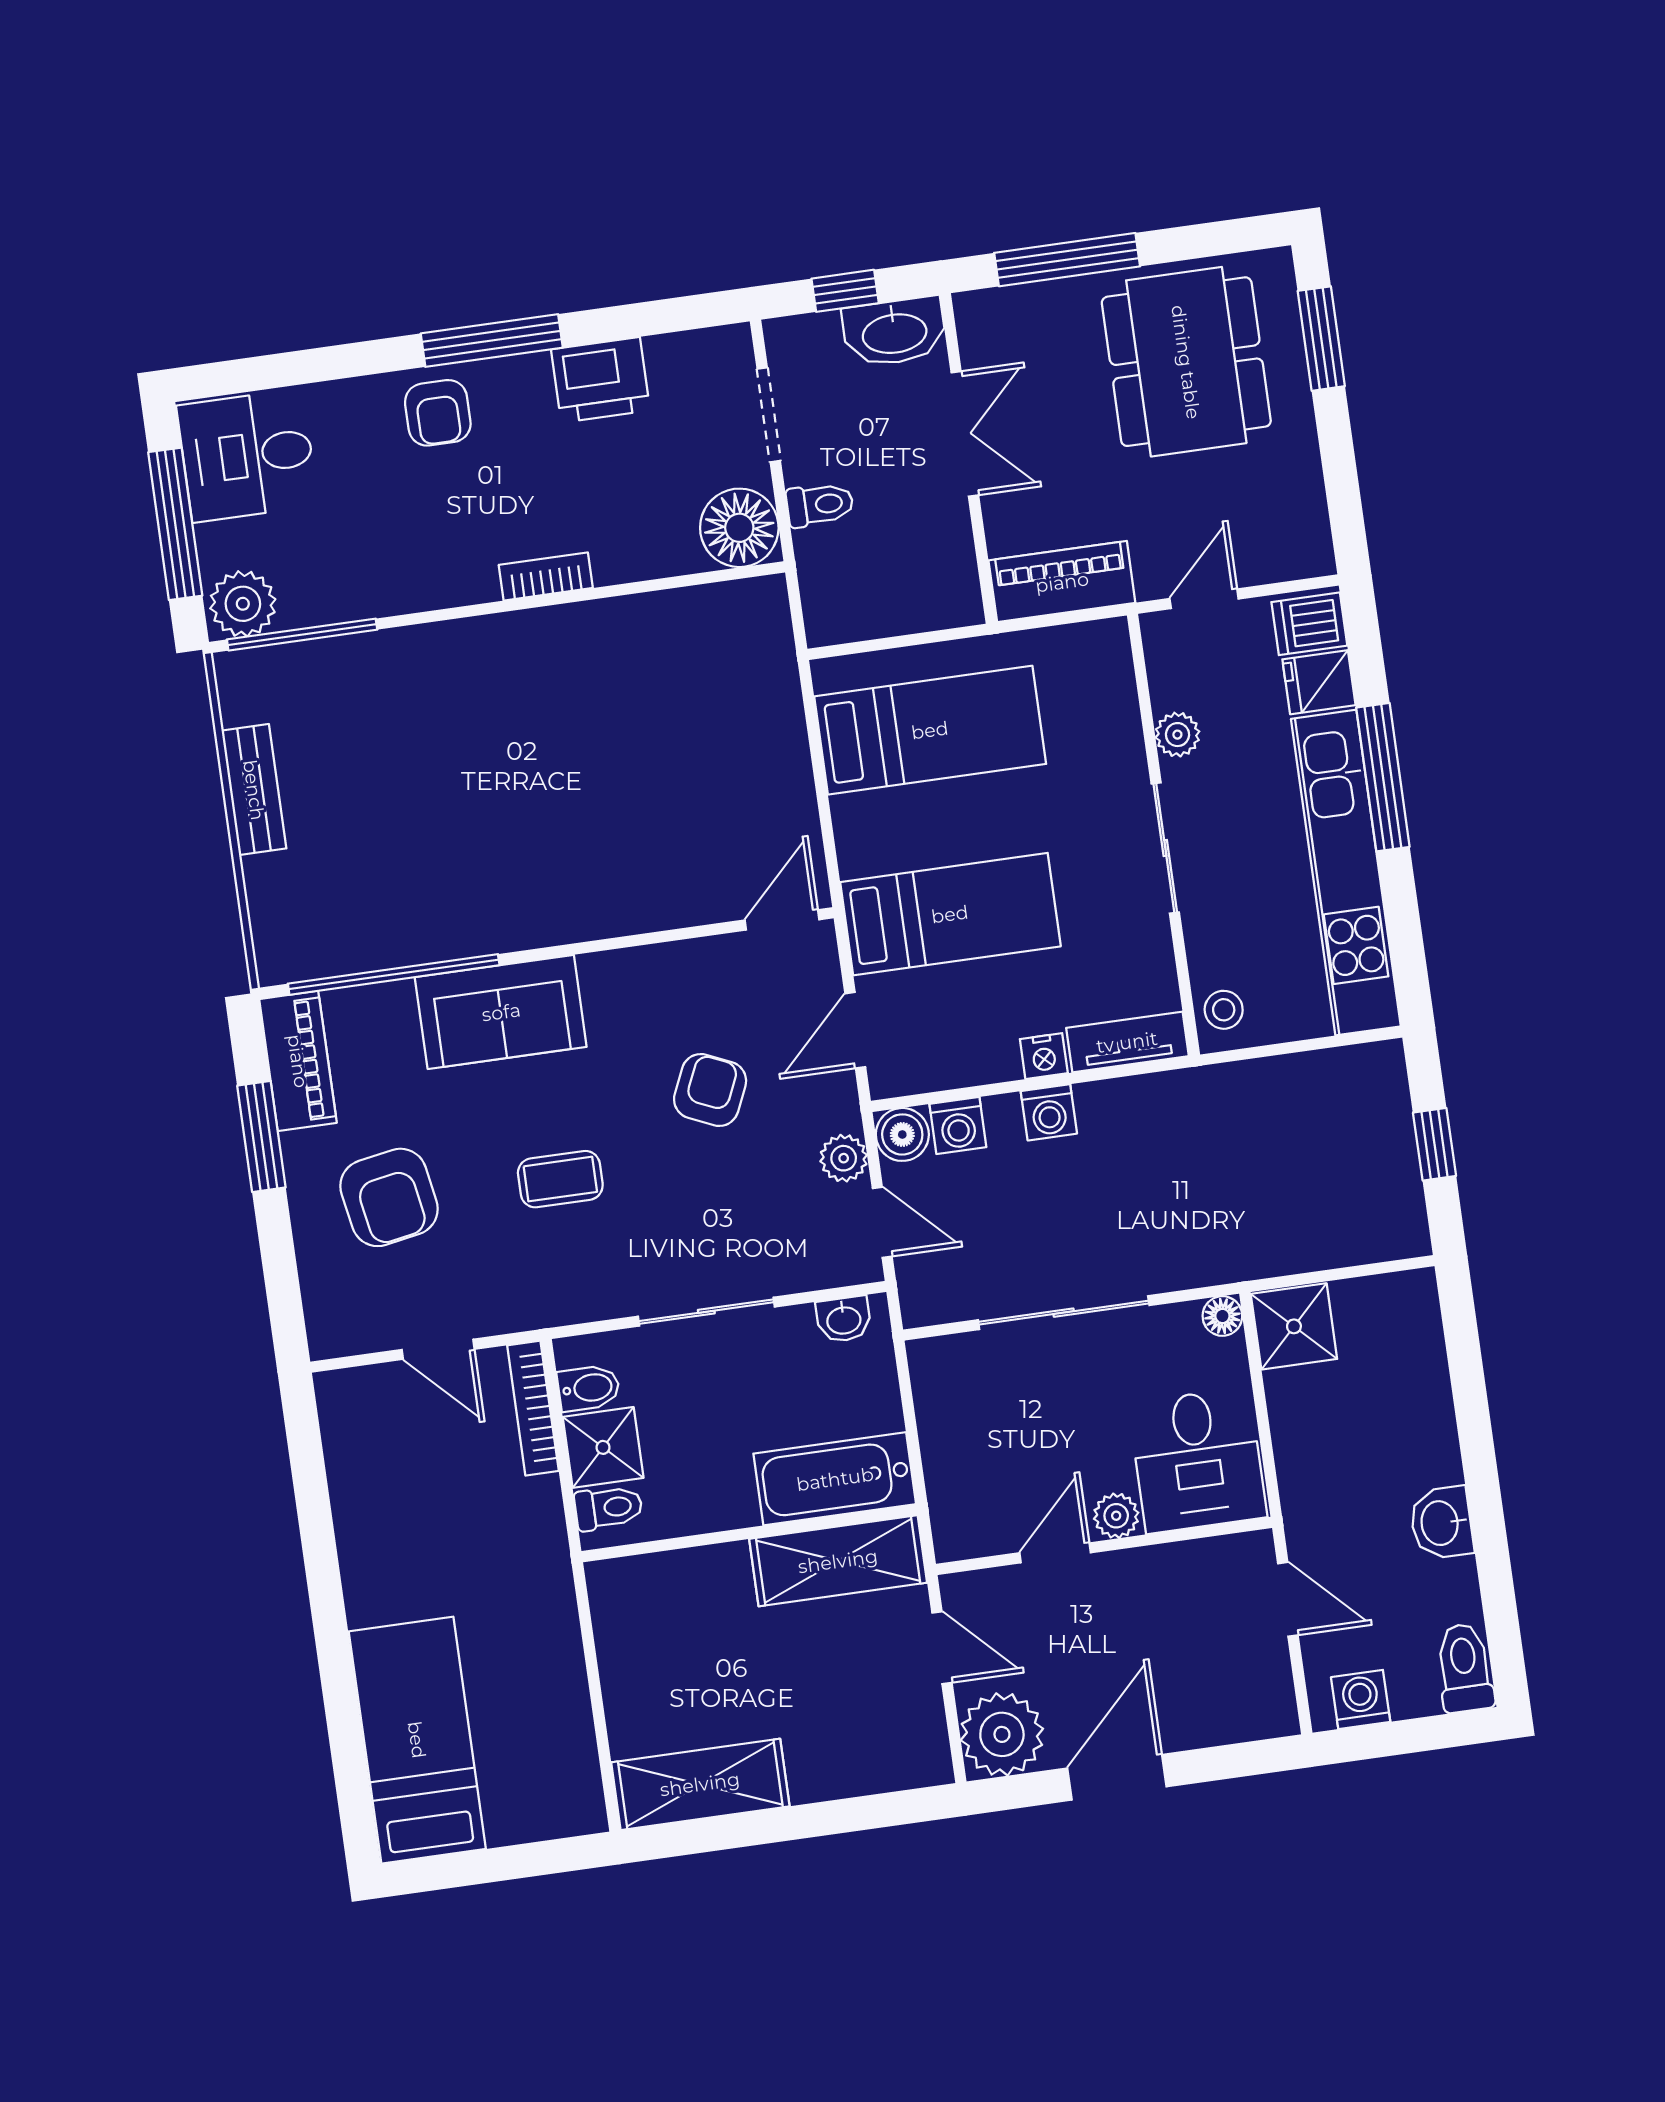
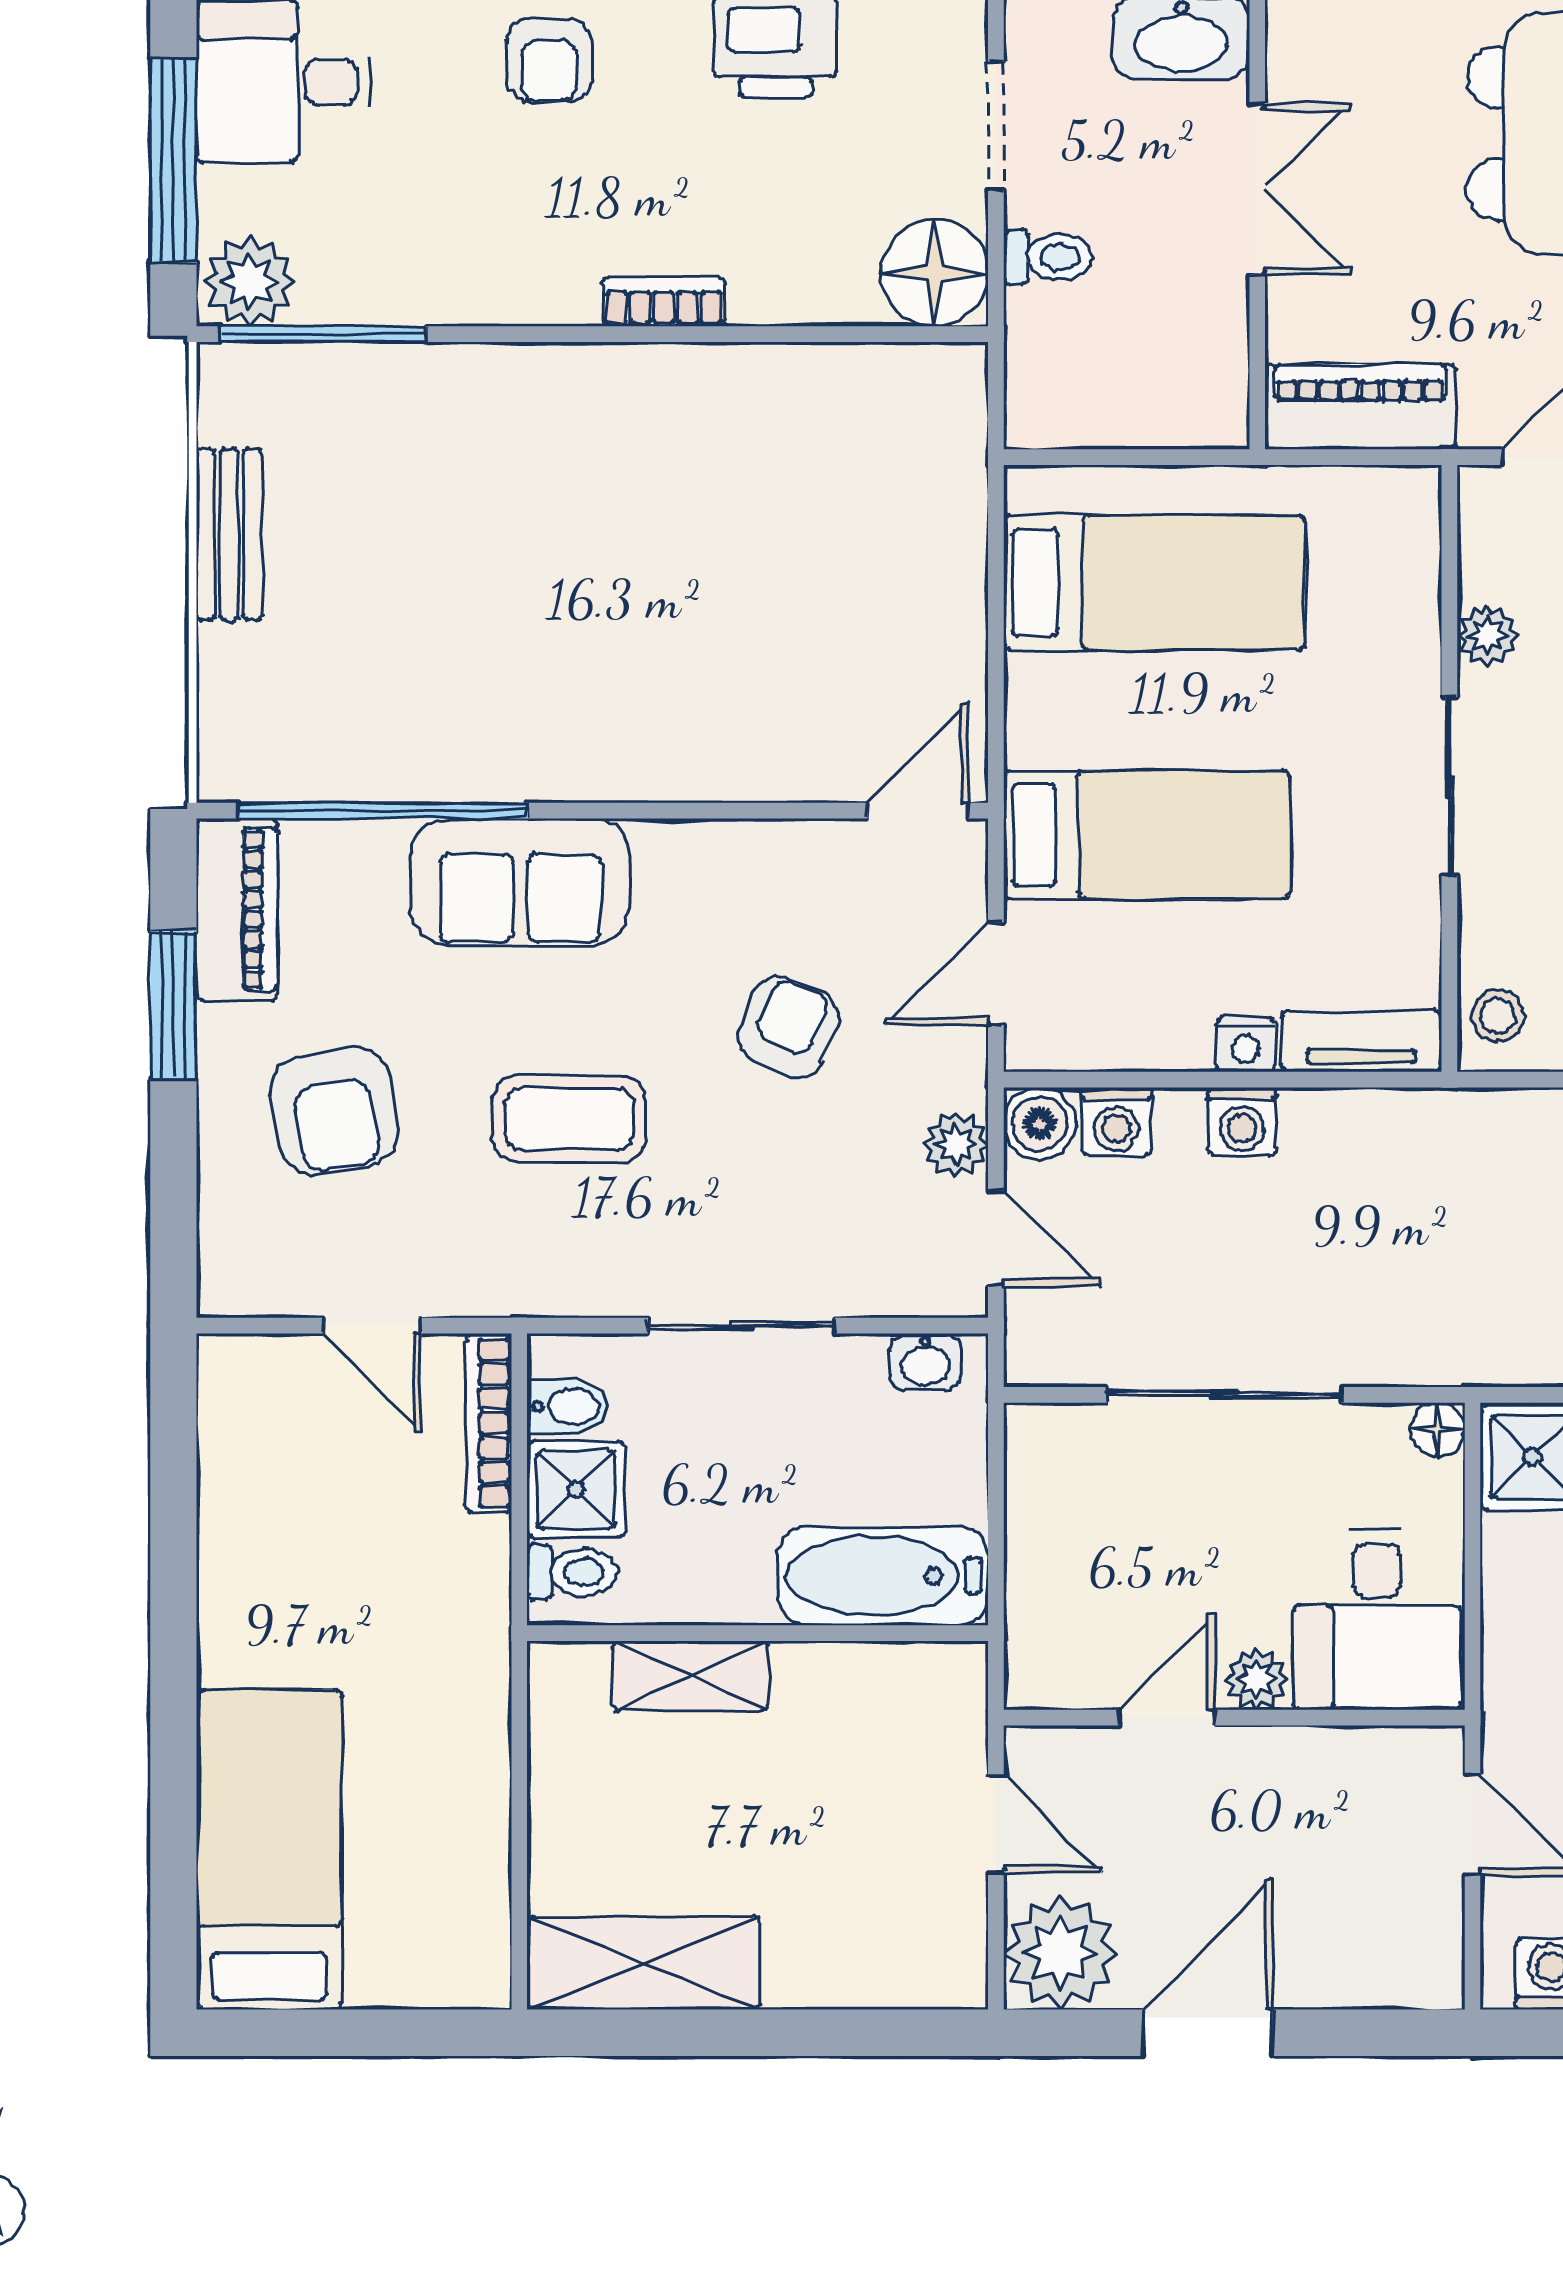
coffee table: (560, 1179) -> (569, 1119), width x1.36, depth x1.30
shelving: (838, 1561) -> (690, 1676), moved, width x0.67, depth x0.75

